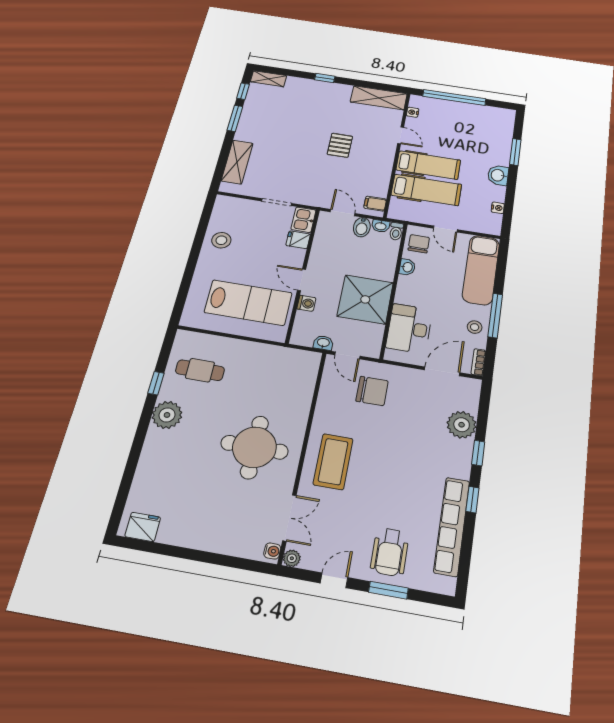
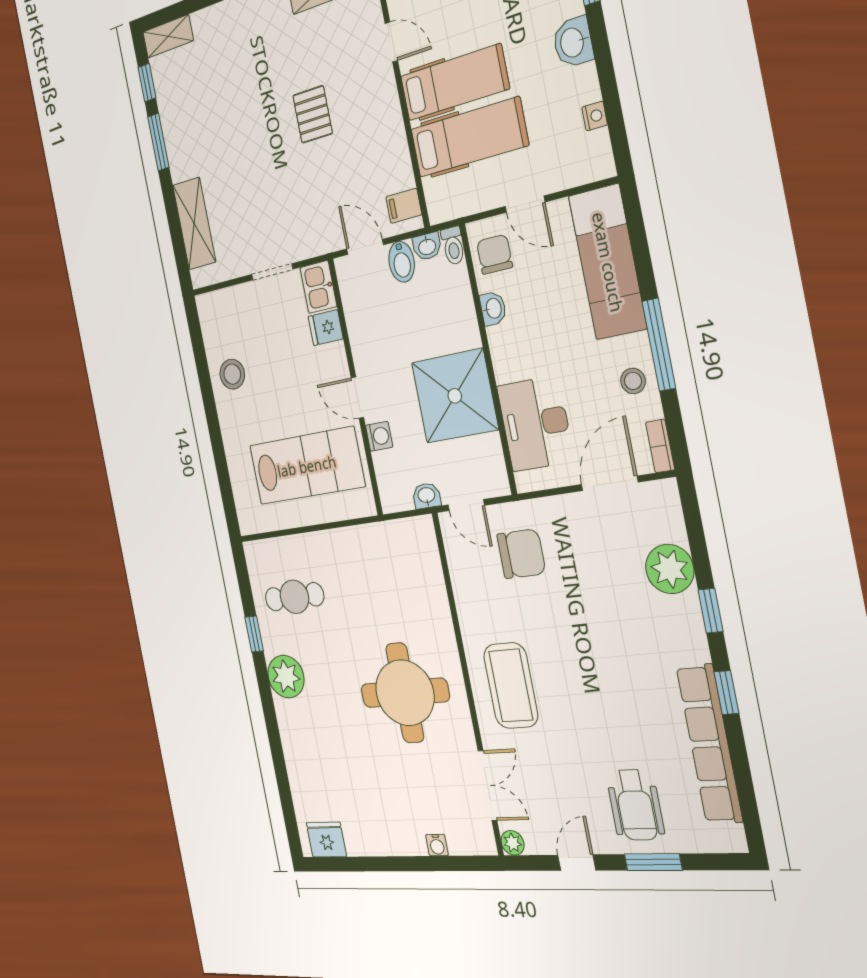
water cooler: (272, 551) -> (437, 845), moved, turned 90

